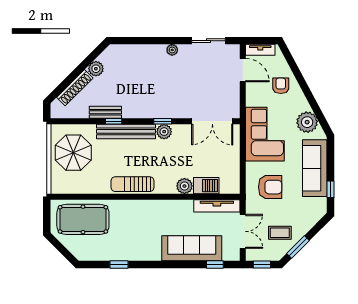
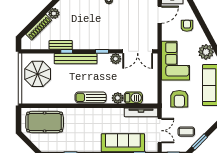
door: (243, 70) -> (160, 15), hinge flipped
plant: (164, 132) -> (116, 59), moved
sun lounger: (133, 184) -> (91, 97), moved
armchair: (270, 187) -> (179, 99), turned 90

